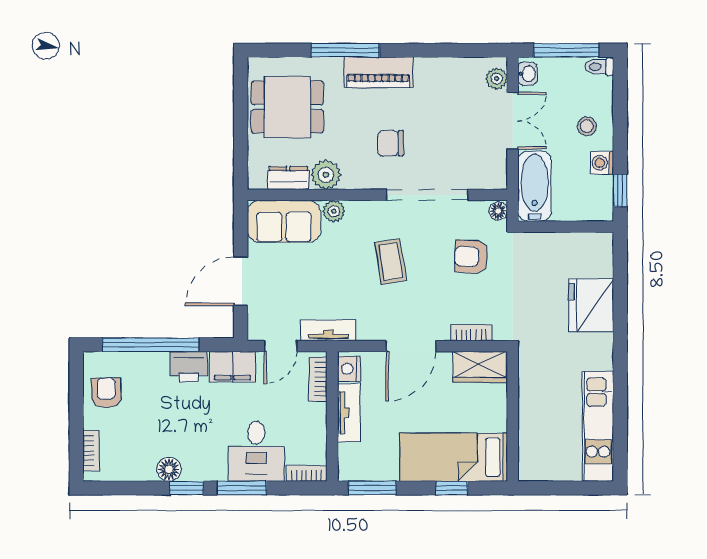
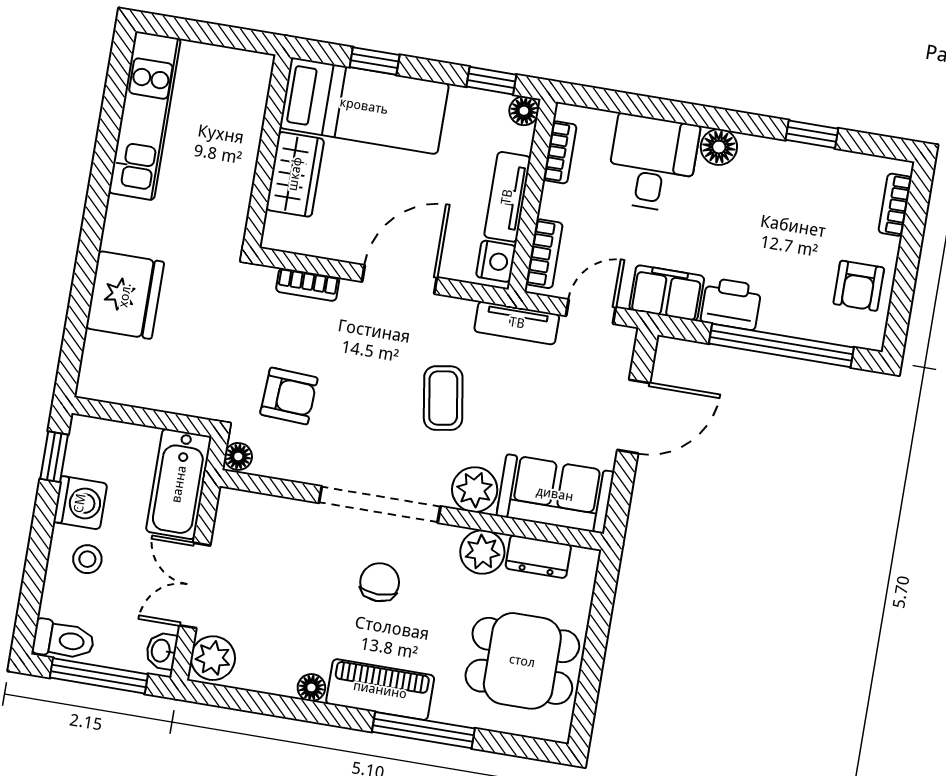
floor lamp: (424, 66) -> (311, 688), added
toilet: (599, 67) -> (63, 640), width x1.37, depth x1.39
plant: (497, 79) -> (213, 658), width x1.38, depth x1.38
chair: (391, 143) -> (380, 582), turned -90
washing machine: (602, 163) -> (80, 503), width x1.38, depth x1.38
doorway: (427, 195) -> (380, 505), moved
plant: (334, 211) -> (475, 490), width x1.38, depth x1.38
coffee table: (391, 261) -> (443, 398), moved
wardrobe: (480, 367) -> (295, 174), moved, turned 90
floor lamp: (169, 469) -> (719, 147), moved
floor lamp: (347, 472) -> (524, 111), added
bookcase: (307, 473) -> (560, 152), moved, turned -90
window: (187, 488) -> (812, 134), moved
window: (242, 488) -> (683, 113), removed
window: (372, 488) -> (491, 81), width x0.67

